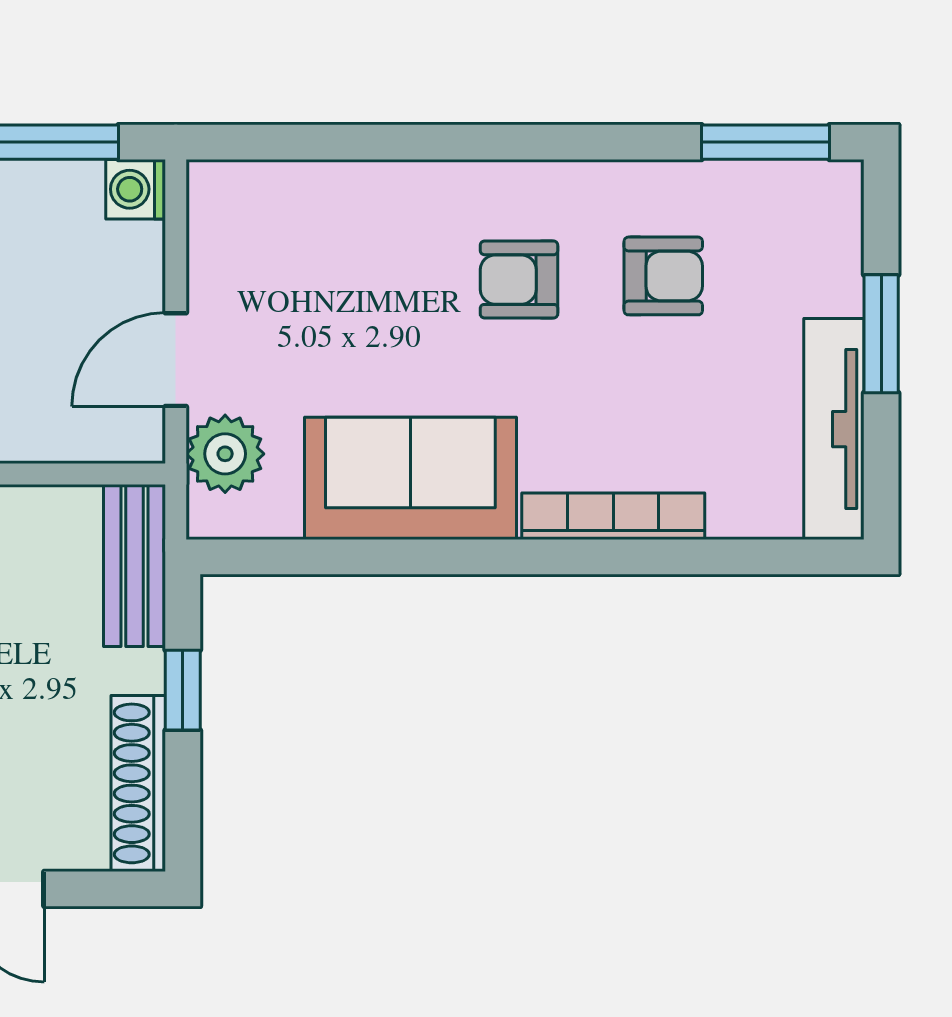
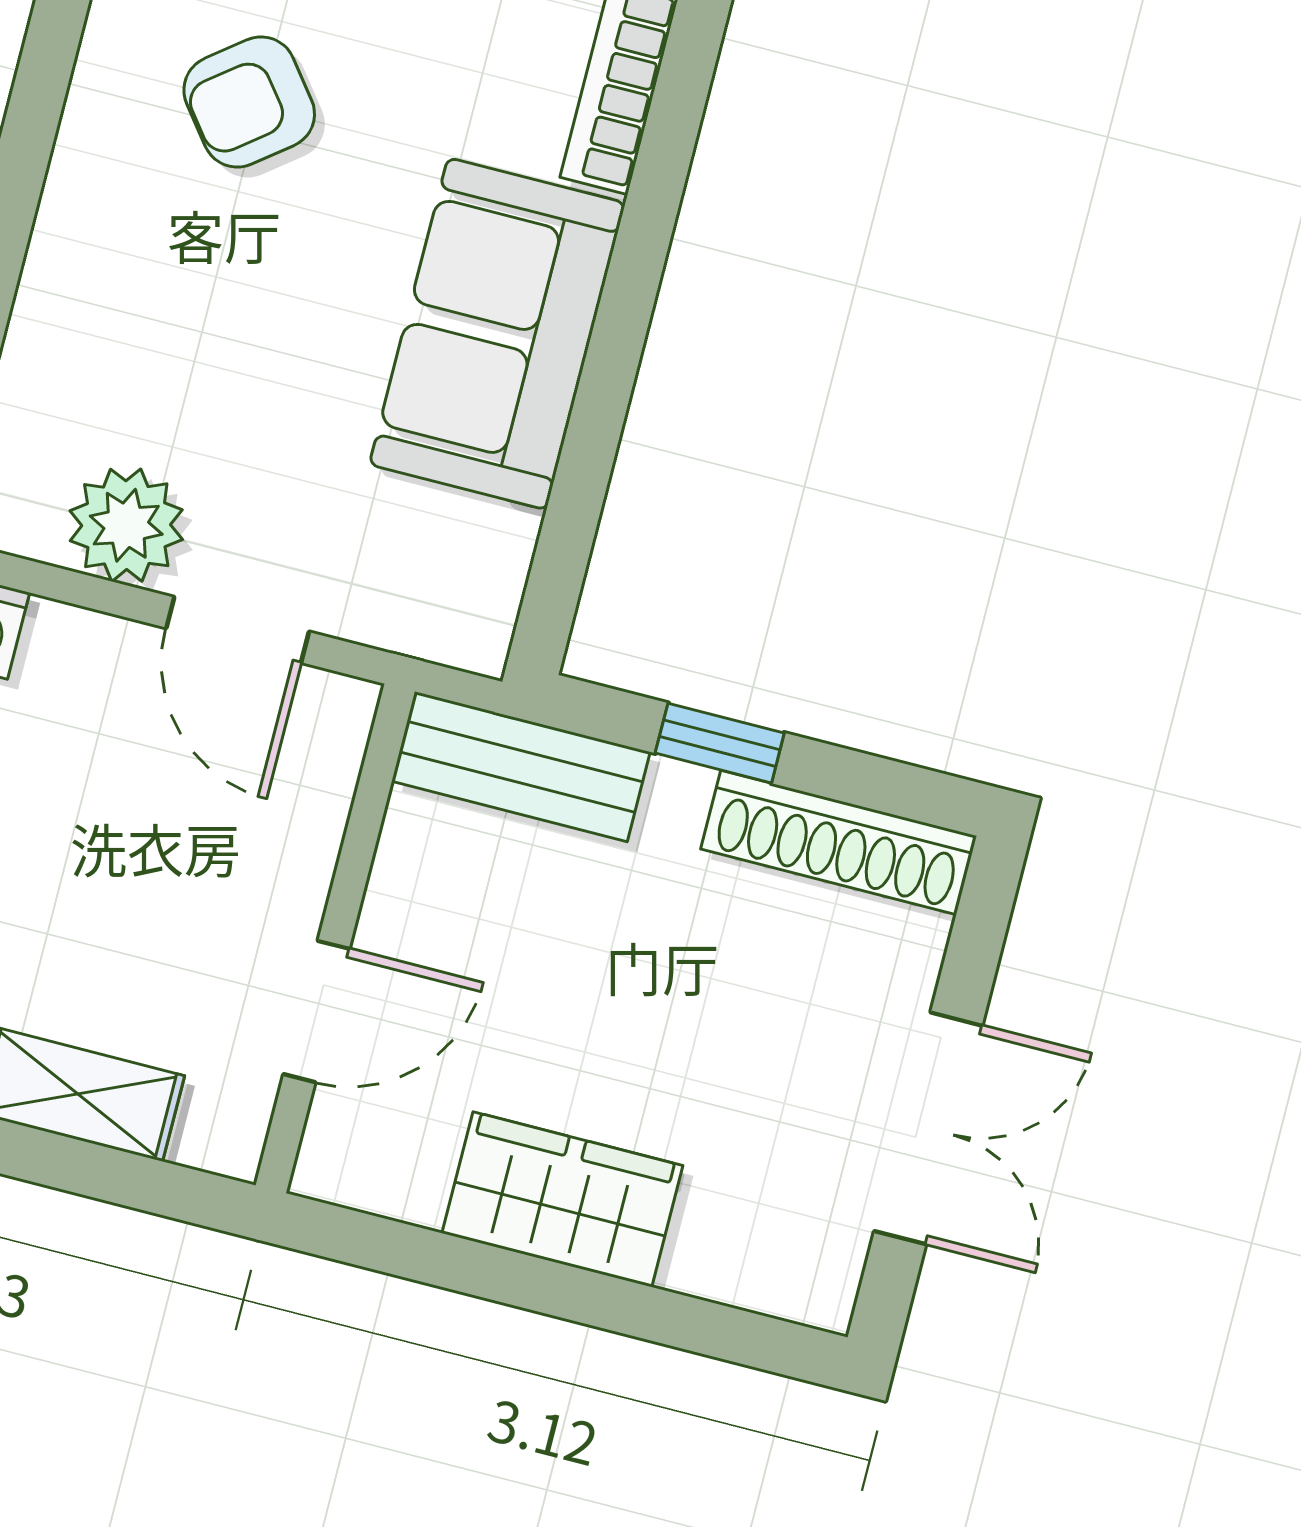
armchair: (519, 280) -> (249, 102), turned 52
plant: (225, 454) -> (126, 525), moved

